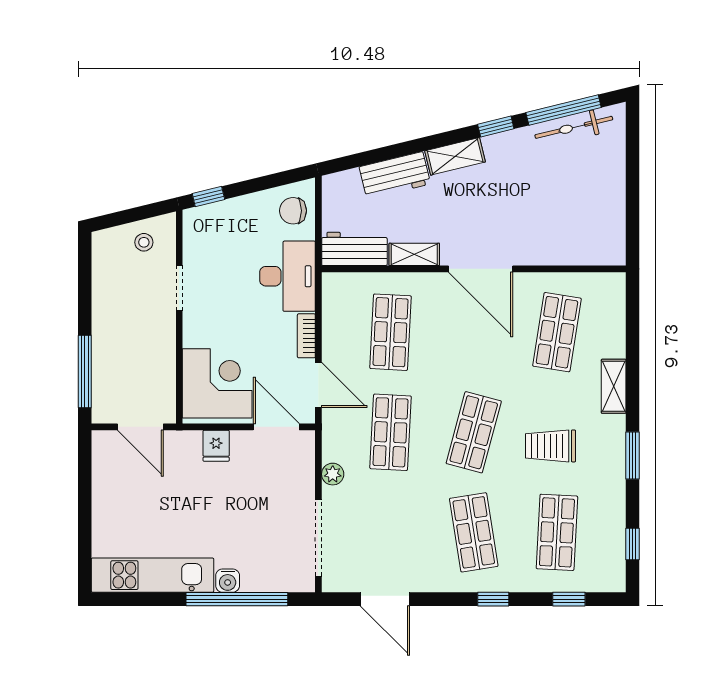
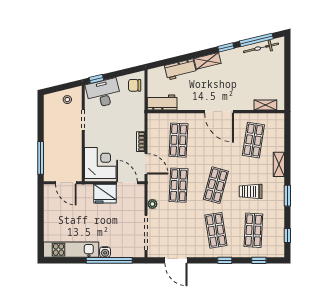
shelving: (414, 254) -> (265, 105), moved
desk: (288, 276) -> (103, 93), moved, turned -104
fridge: (216, 446) -> (105, 194), width x1.88, depth x1.34

